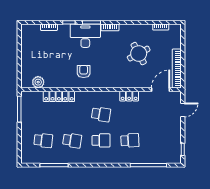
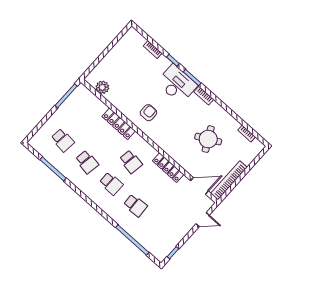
locker: (59, 96) -> (119, 124), moved
locker: (129, 96) -> (168, 168), width x1.53

